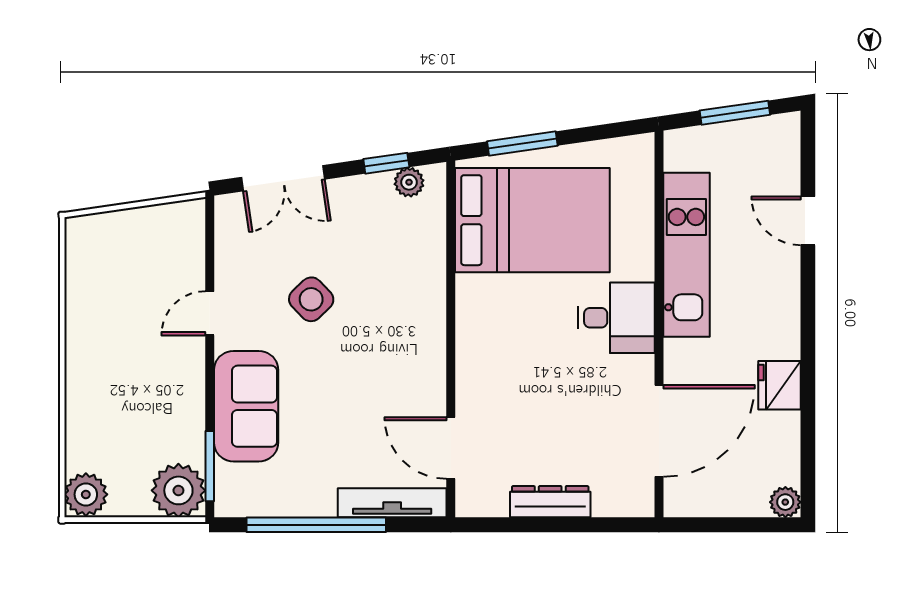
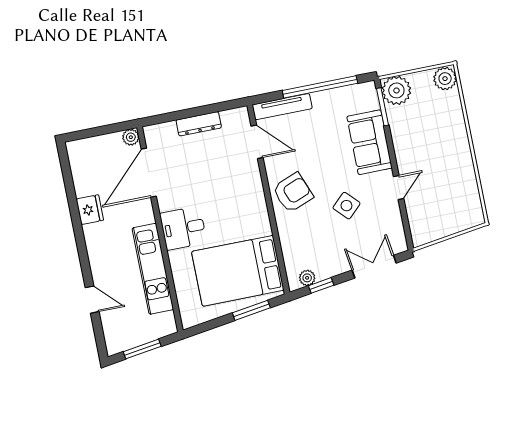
armchair: (404, 342) -> (293, 193), added
plant: (785, 502) -> (131, 137), moved

